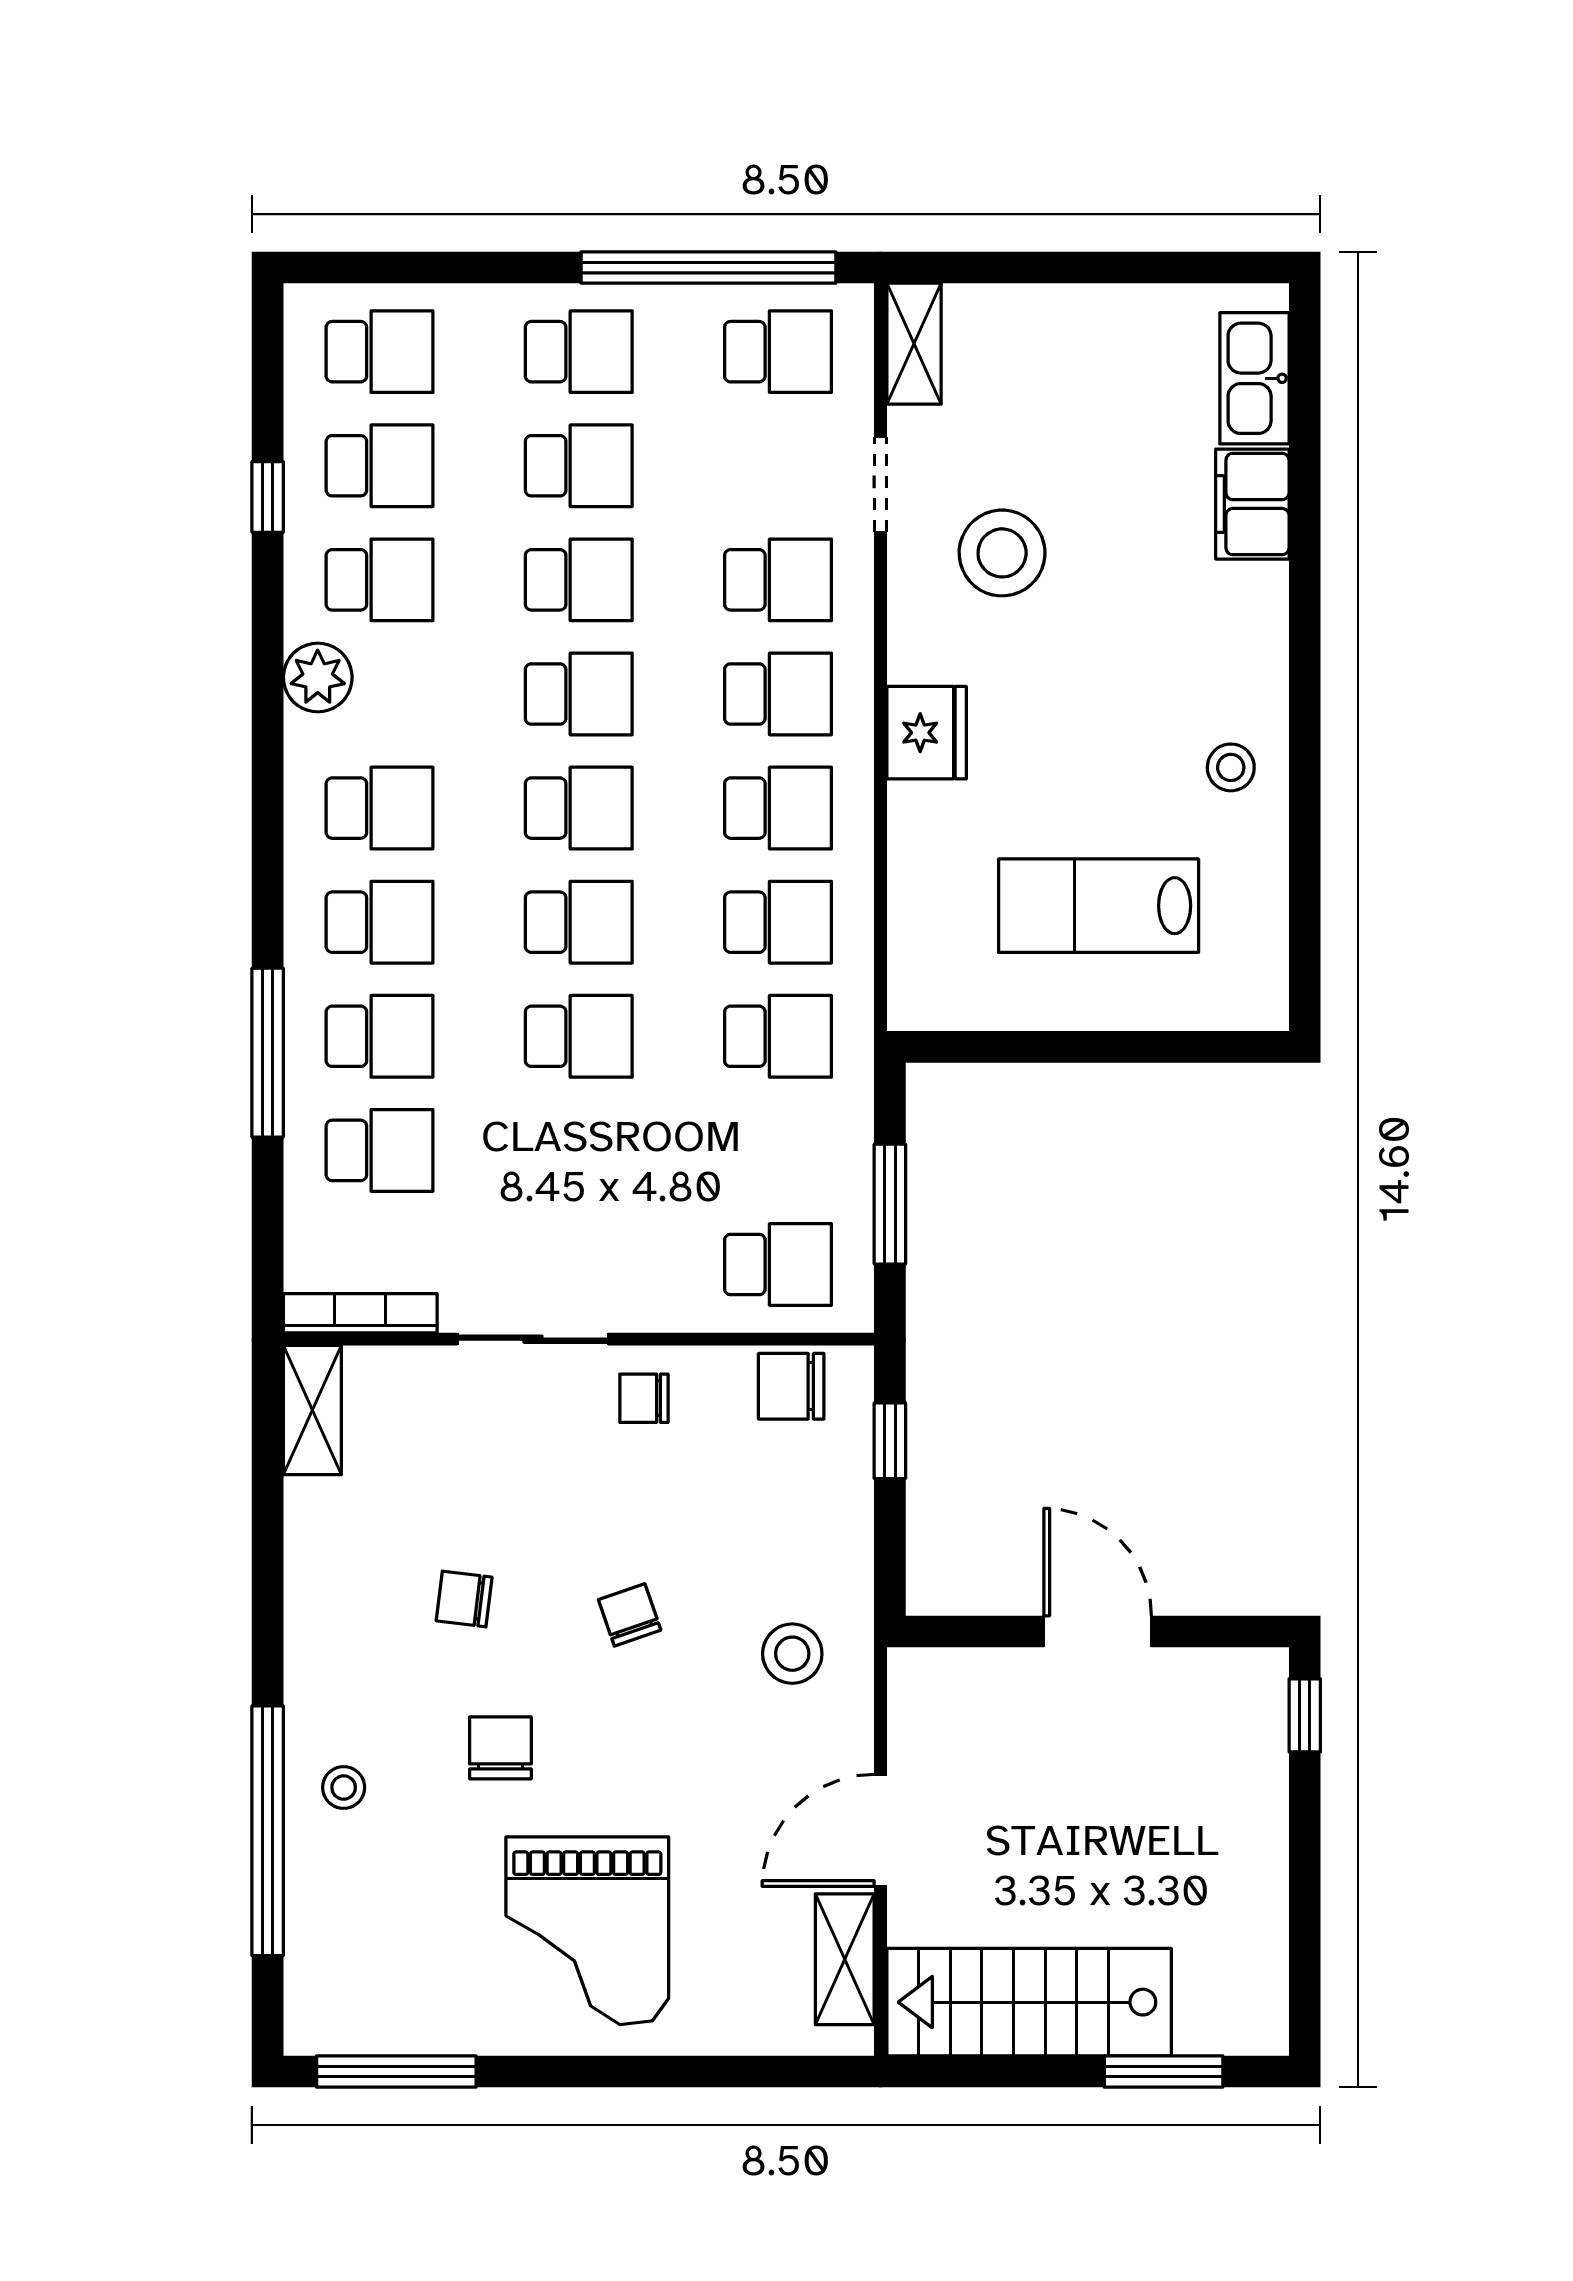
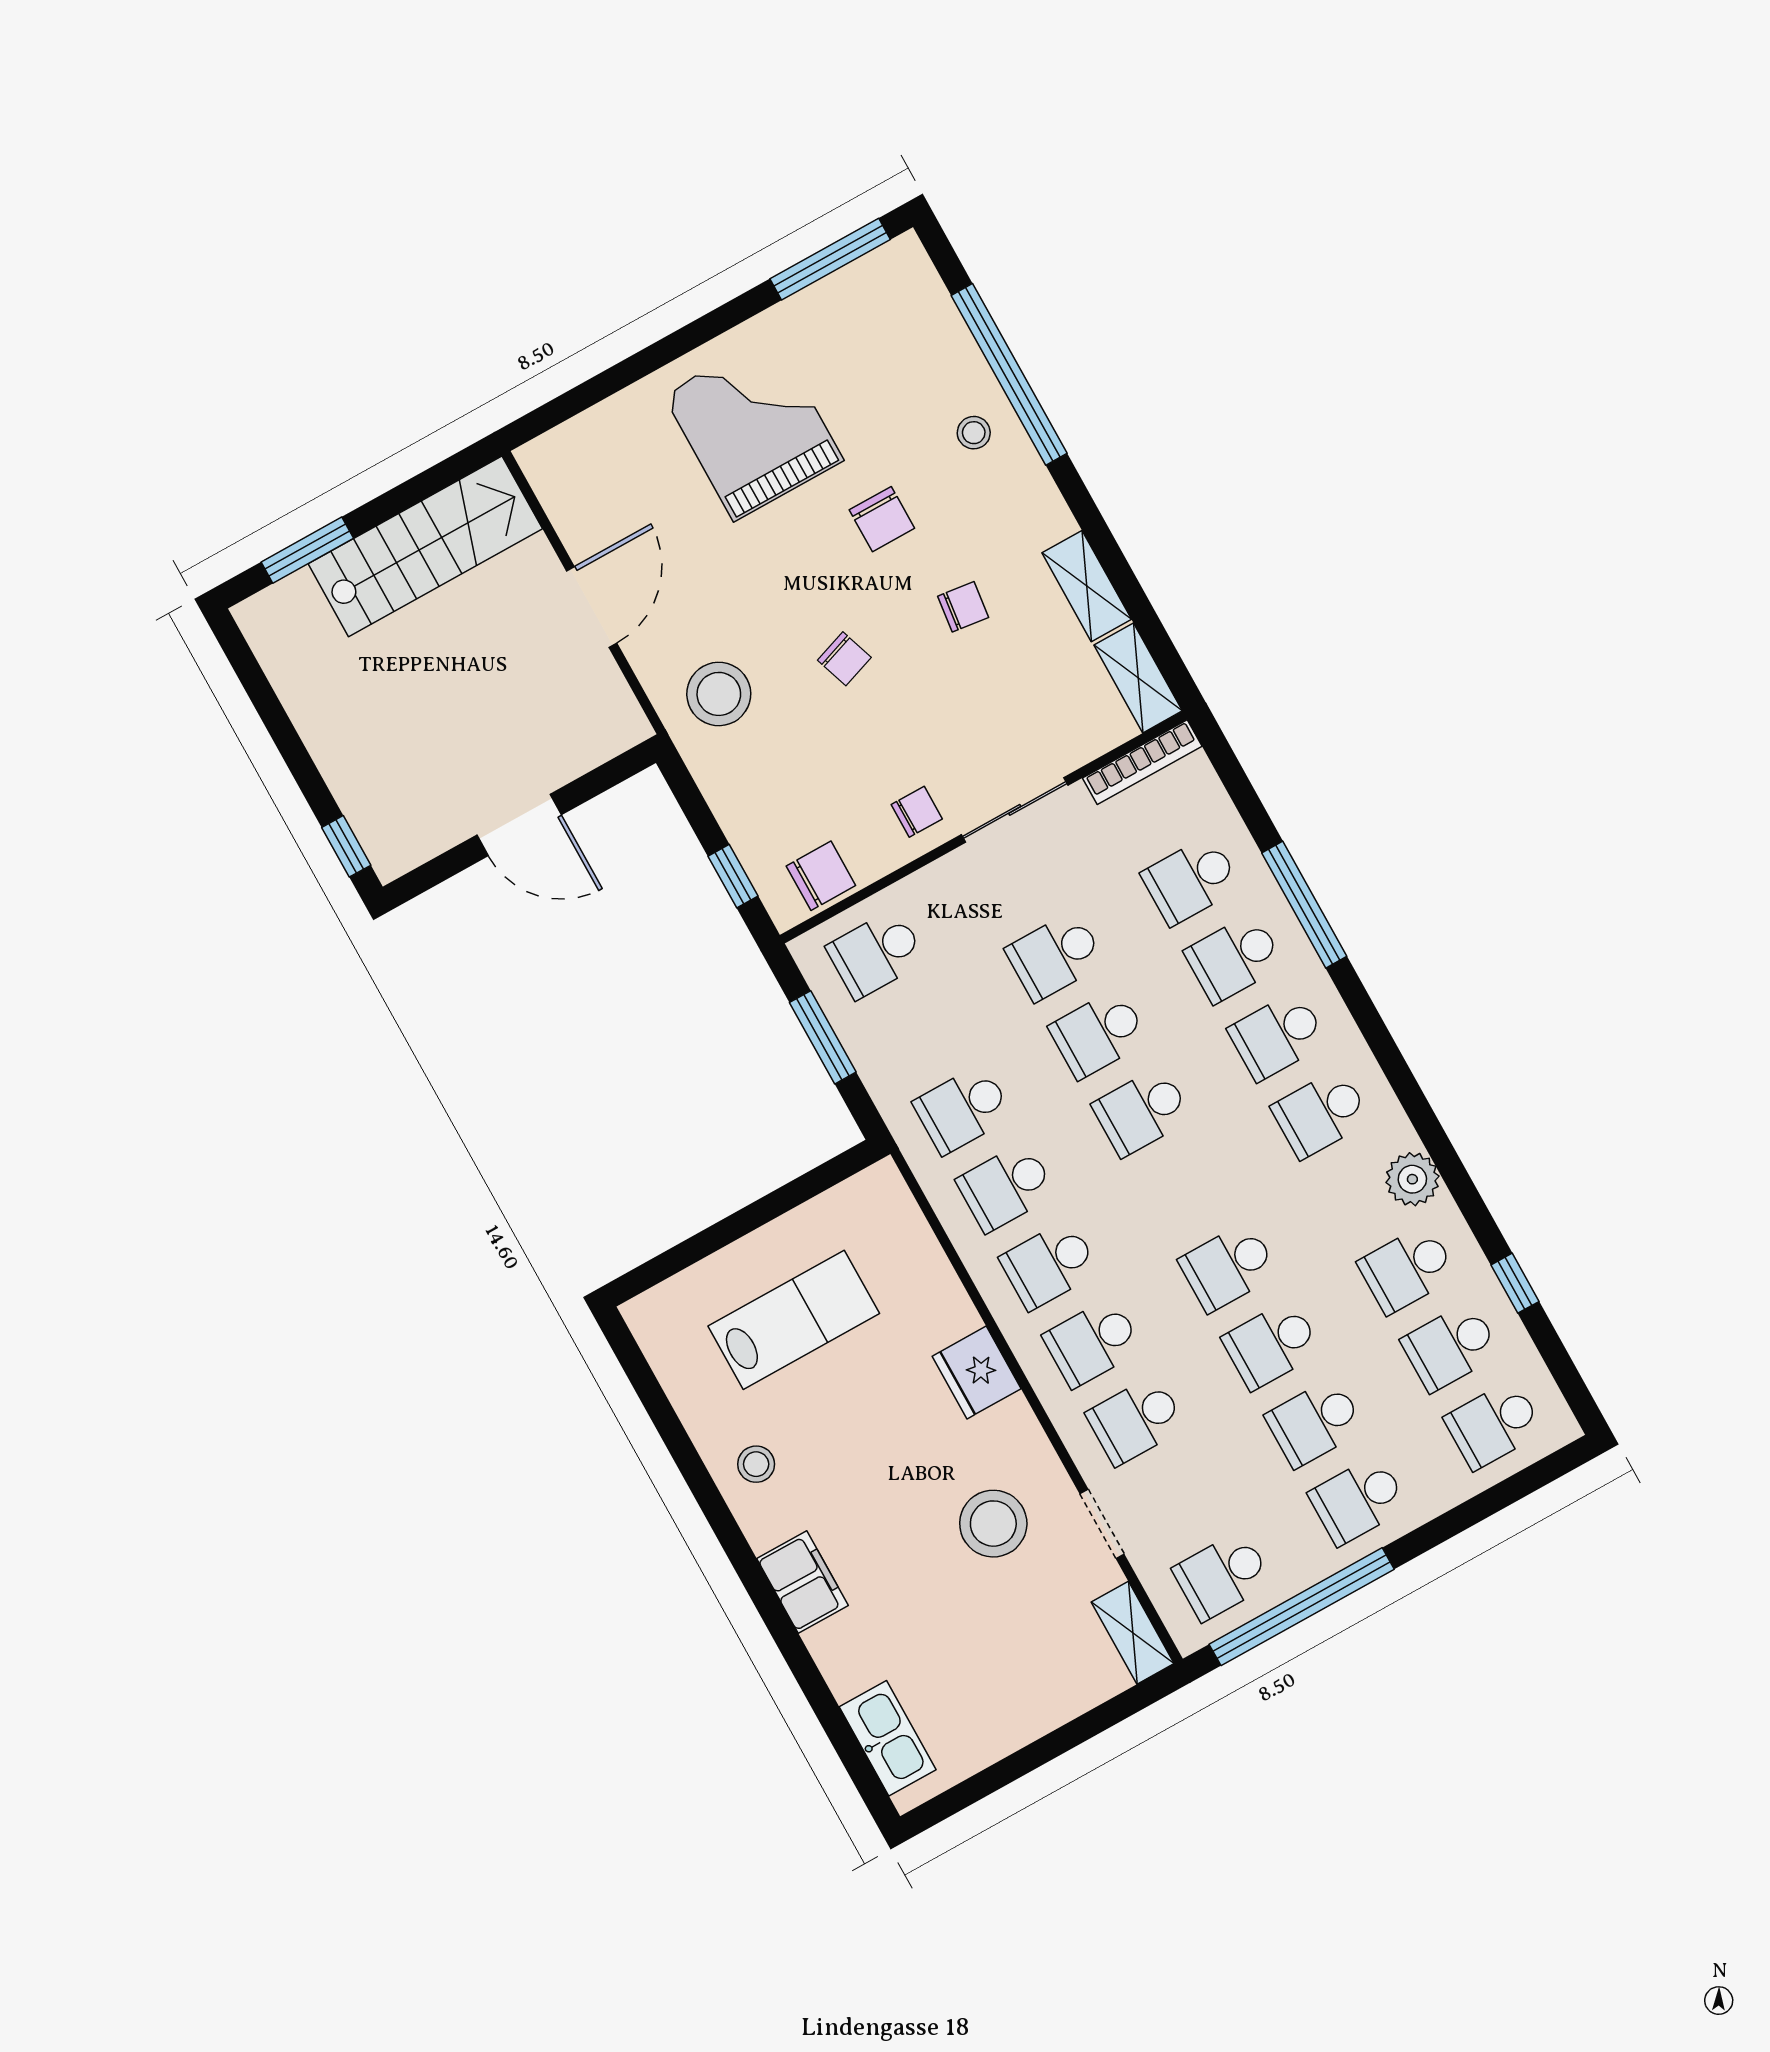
filing cabinet: (1252, 504) -> (802, 1582), moved
school desk: (579, 808) -> (1055, 956), moved
stool: (792, 1654) -> (719, 694), width x1.38, depth x1.38
shelving: (845, 1959) -> (1087, 586), moved

